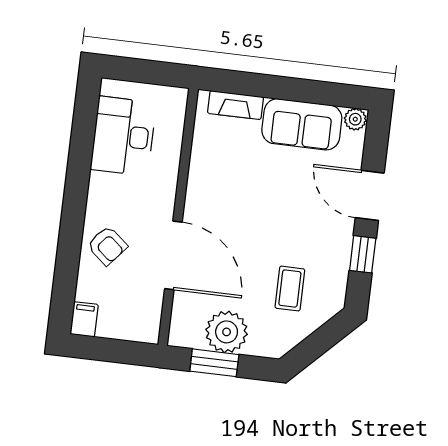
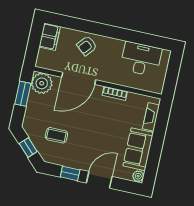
bookcase: (196, 181) -> (115, 93), added
filing cabinet: (84, 319) -> (50, 37), width x2.00
plant: (227, 332) -> (42, 83), moved
window: (319, 342) -> (28, 147), added

